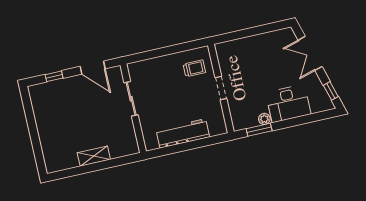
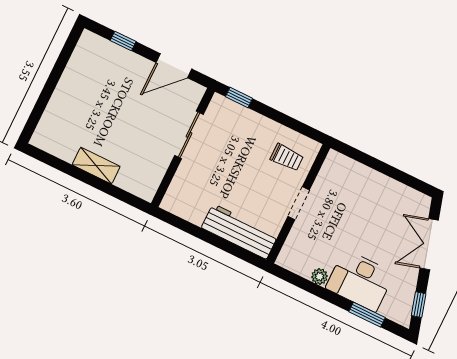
window: (142, 56) -> (239, 98), added
door: (93, 68) -> (174, 66), hinge flipped
window: (259, 130) -> (367, 315), moved
workbench: (183, 133) -> (240, 231), moved

